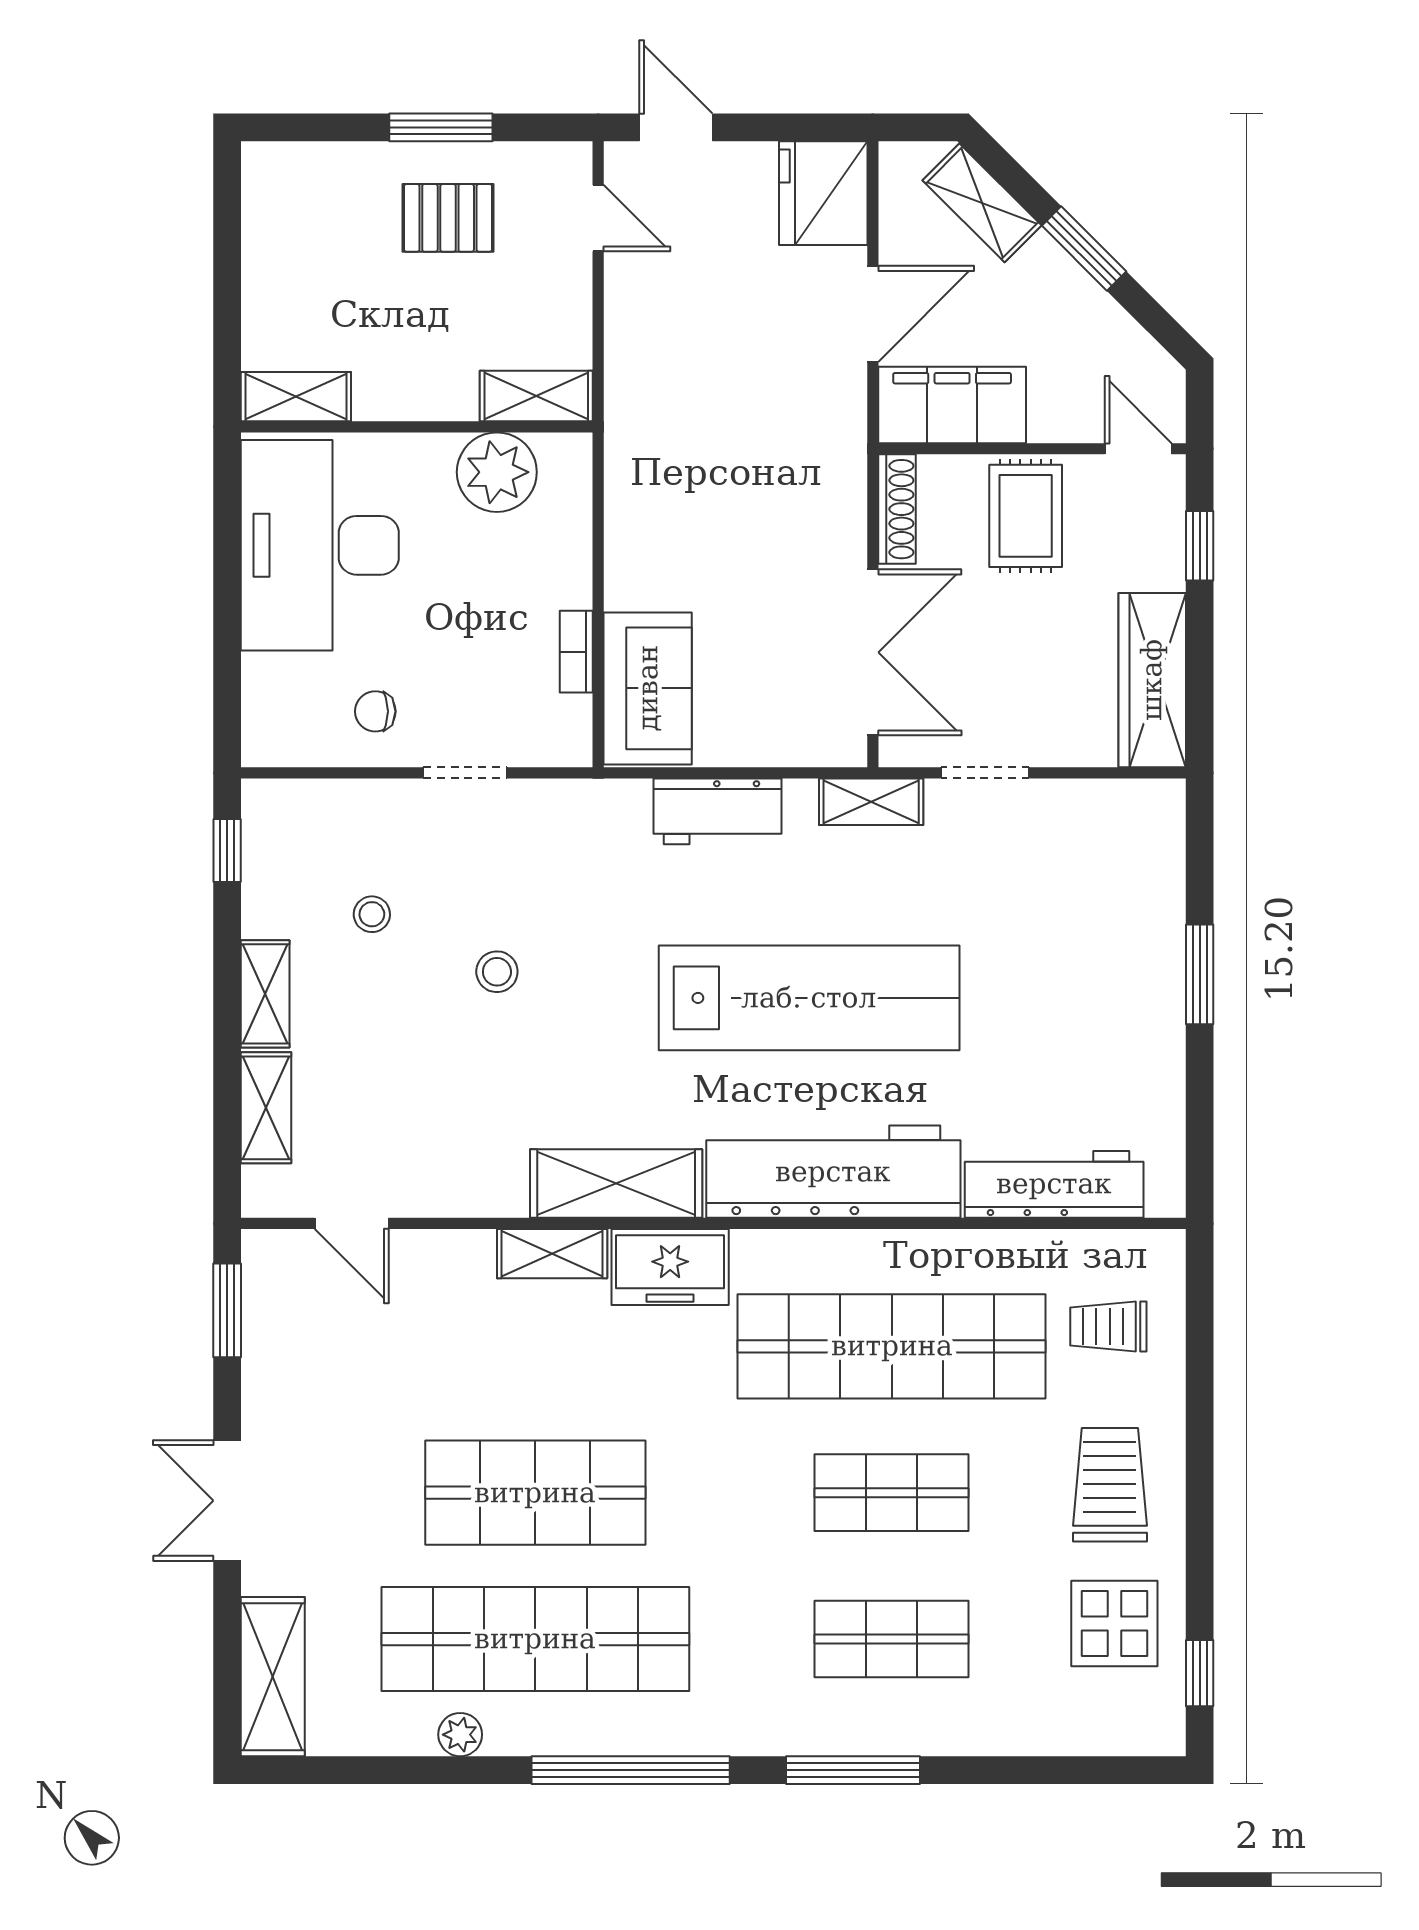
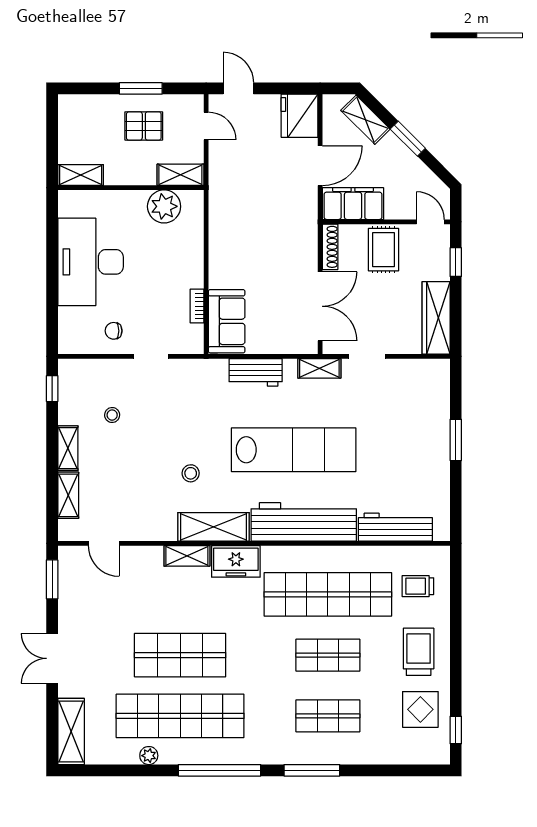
shelving: (536, 396) -> (180, 175), moved
shelving: (296, 397) -> (81, 175), moved
wall: (417, 427) -> (131, 188), moved
plant: (497, 472) -> (164, 206), moved
stool: (497, 972) -> (191, 473), moved

